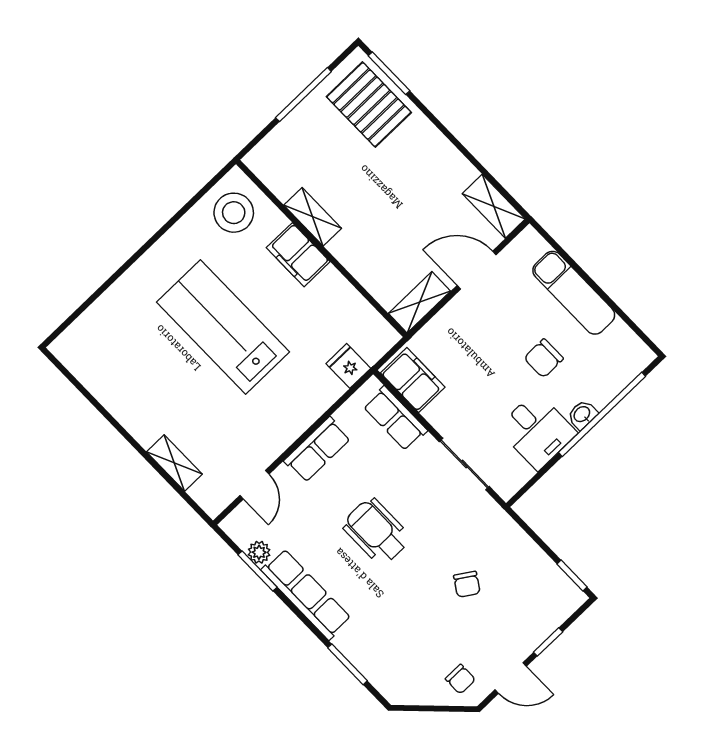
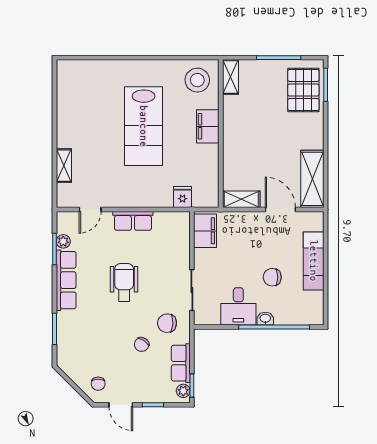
shelving: (494, 206) -> (312, 179), width x1.50, depth x1.33
shelving: (313, 217) -> (230, 77), moved
lab bench: (223, 327) -> (144, 126), turned 180
row of seats: (395, 418) -> (181, 363), moved
chair: (473, 531) -> (167, 323), added
plant: (568, 591) -> (183, 391), added

